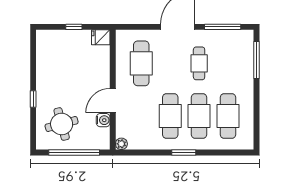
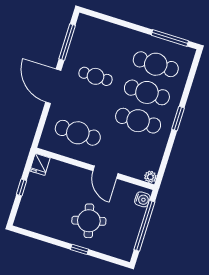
window: (257, 60) -> (170, 38), moved
water cooler: (103, 120) -> (142, 199), moved, turned 90
round table: (62, 124) -> (89, 221), moved

